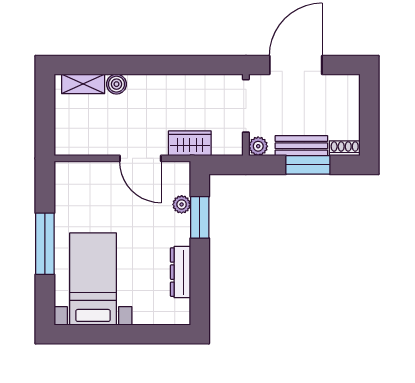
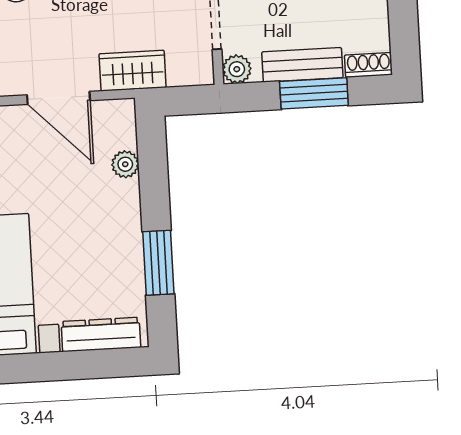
window: (200, 217) -> (158, 263), moved
dresser: (181, 272) -> (101, 334), moved, turned 90

